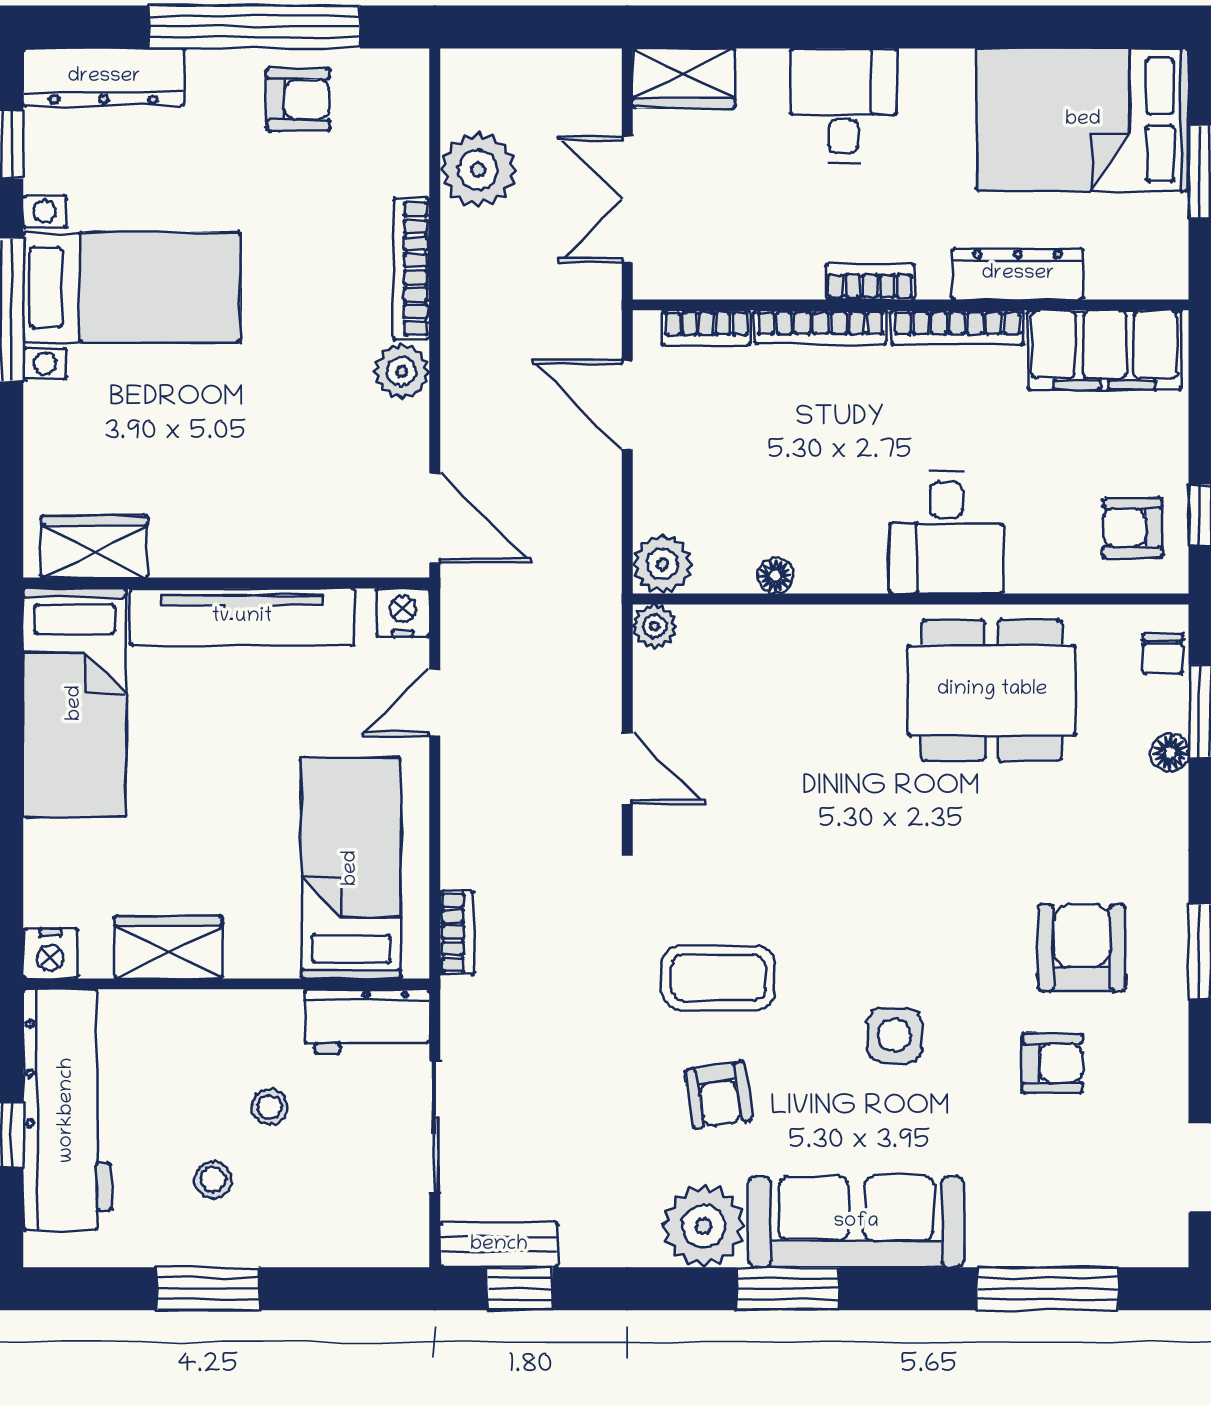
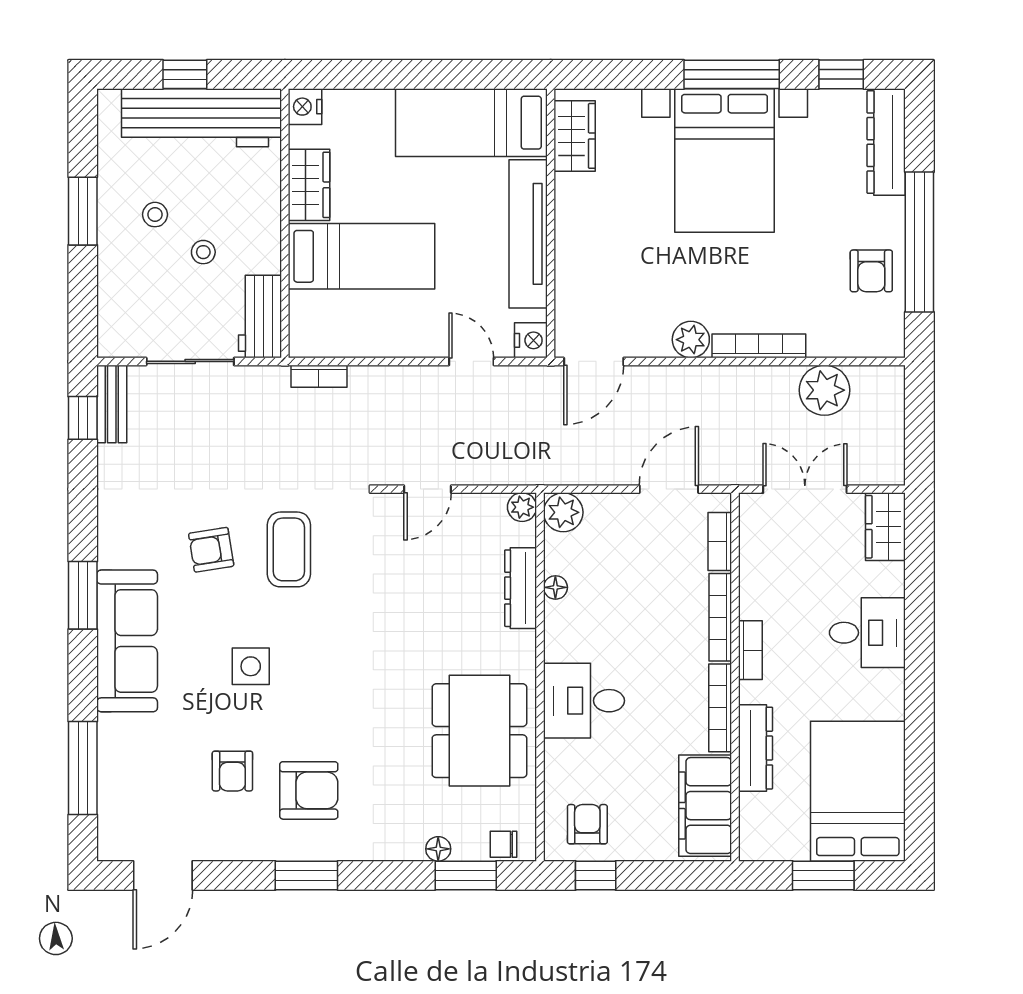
bed with nightstands: (132, 288) -> (725, 161), width x1.36
dresser: (777, 628) -> (521, 588), added
bed: (351, 868) -> (361, 256), moved
plant: (704, 1226) -> (124, 540), removed

